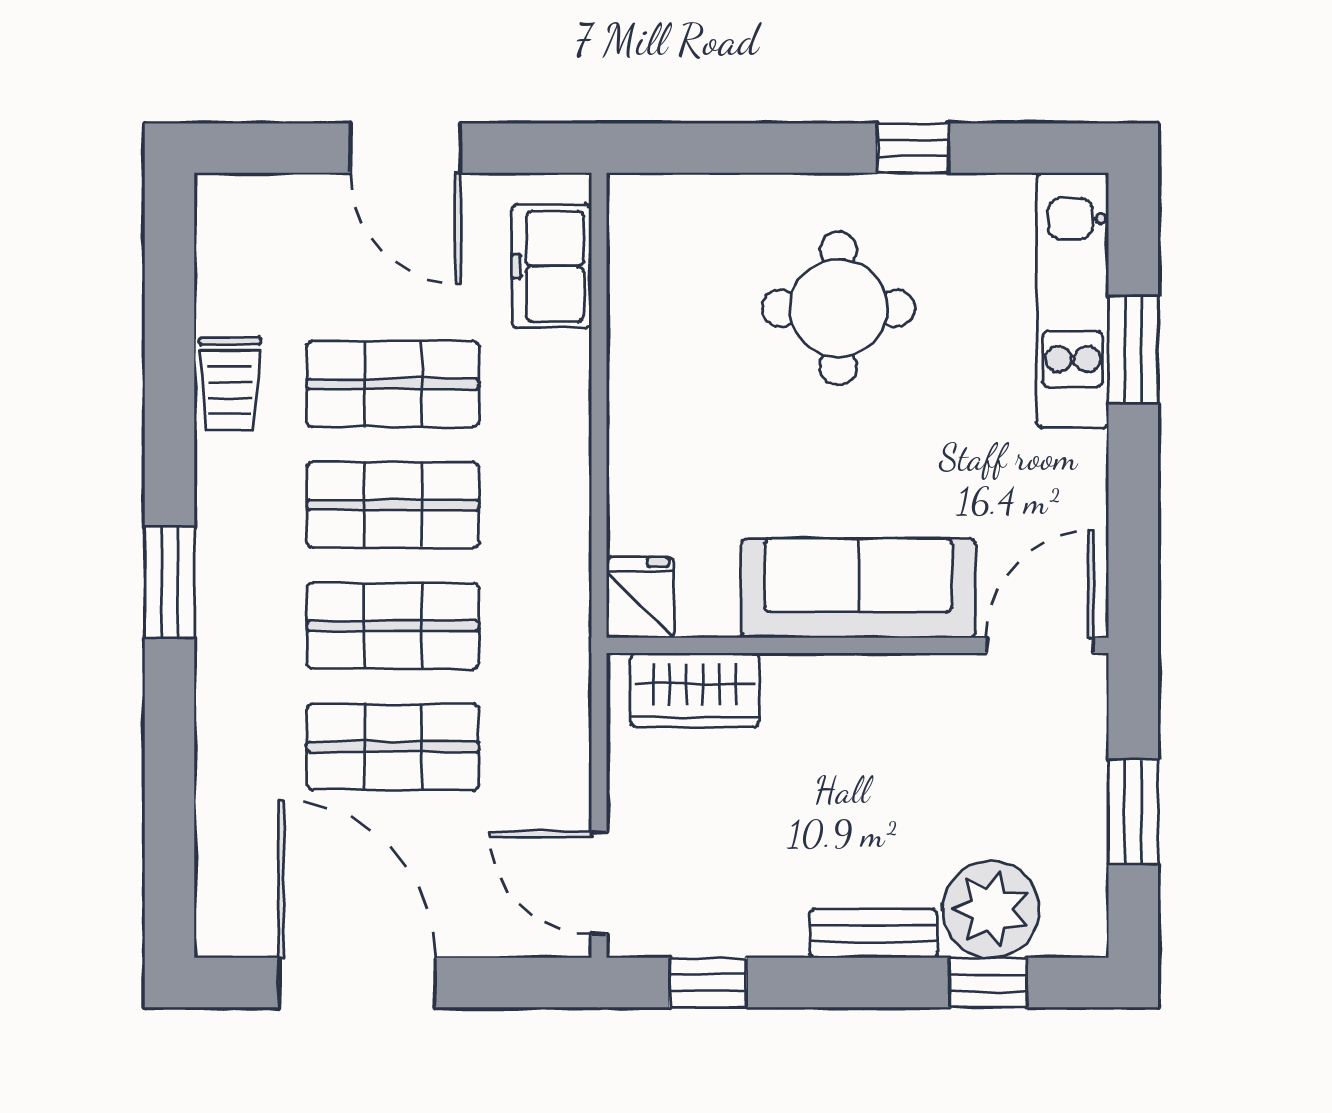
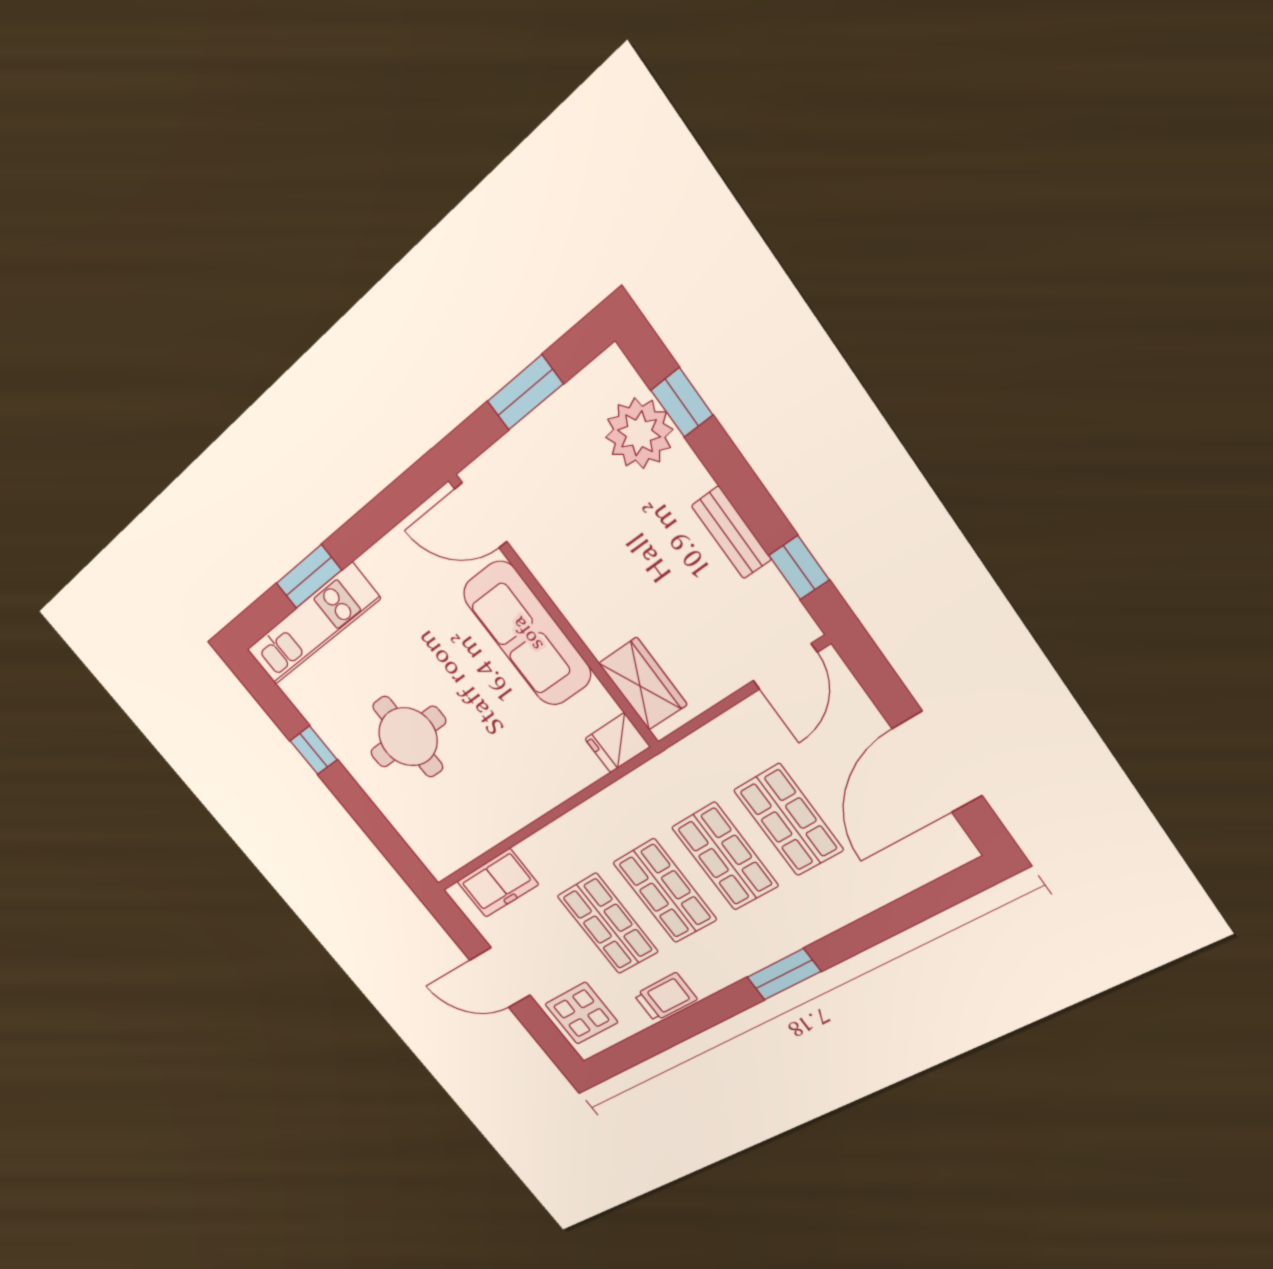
door: (405, 148) -> (500, 978), swing flipped
display table: (276, 233) -> (581, 1013), added
bench: (874, 934) -> (731, 533), moved

